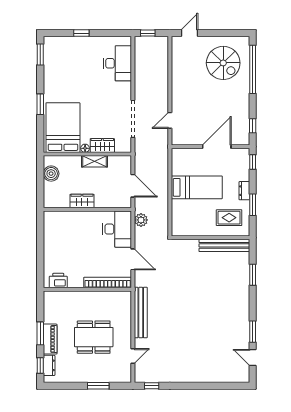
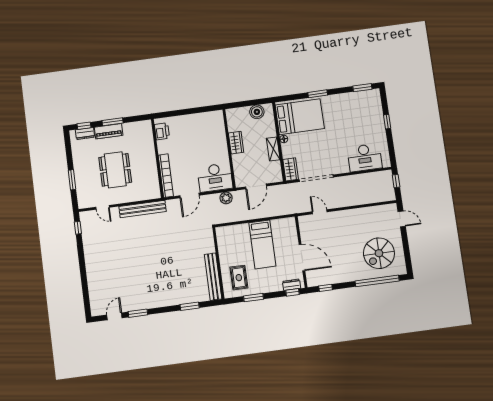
wardrobe: (102, 145) -> (291, 169), moved
dresser: (244, 191) -> (292, 285), moved

